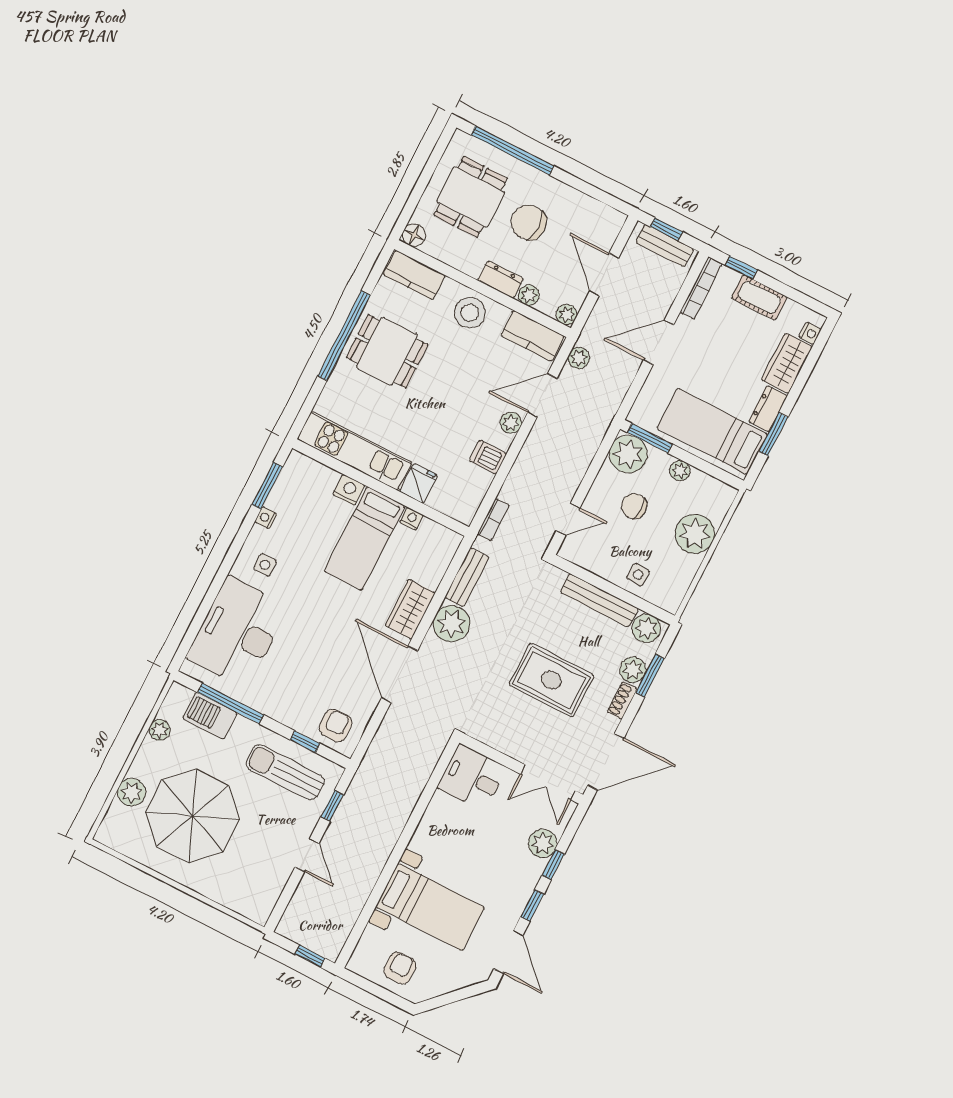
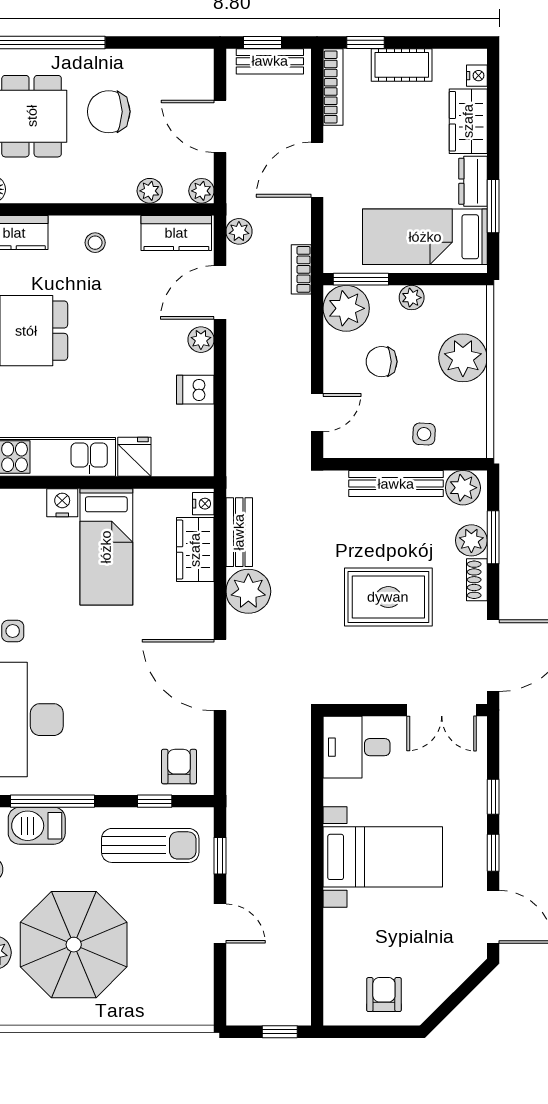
dresser: (501, 280) -> (110, 189), removed
stool: (470, 313) -> (95, 243), width x0.53, depth x0.53
nightstand: (411, 519) -> (203, 504), moved, turned 90
bookcase: (493, 520) -> (301, 269), moved, turned 180
wardrobe: (410, 609) -> (195, 550), moved
sun lounger: (285, 772) -> (150, 845), turned 180
plant: (543, 843) -> (470, 780), removed
bed with nightstands: (430, 907) -> (383, 857), moved

